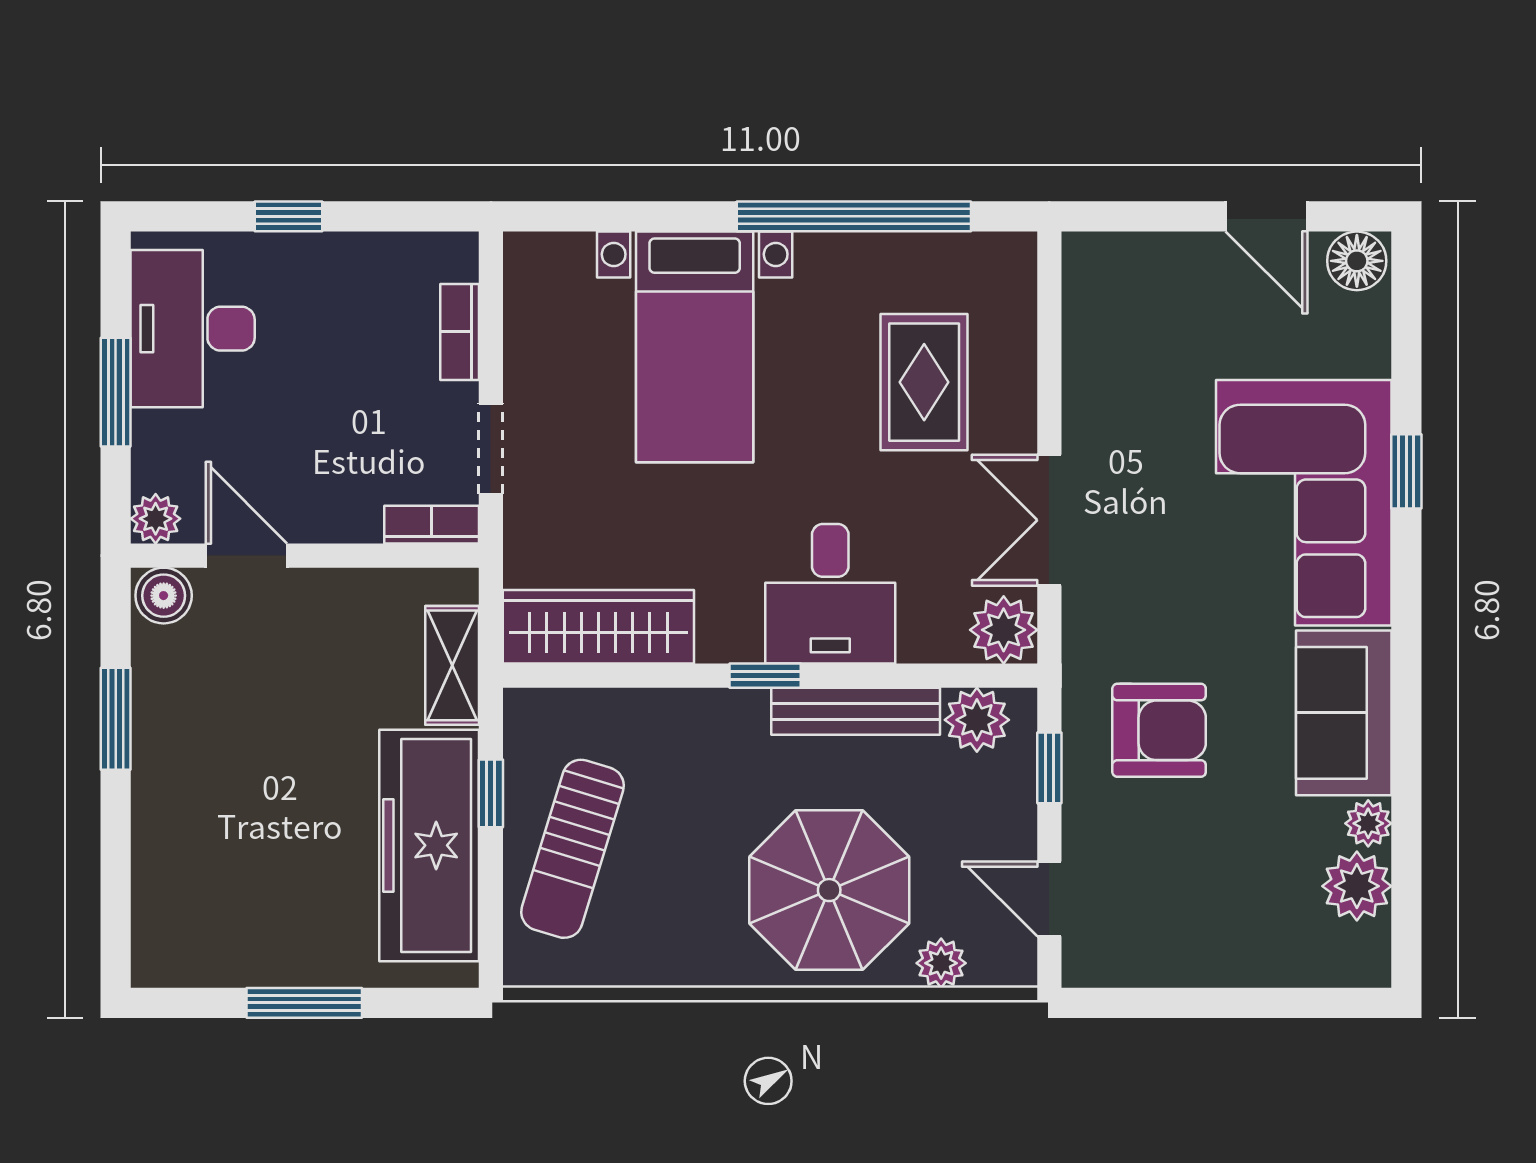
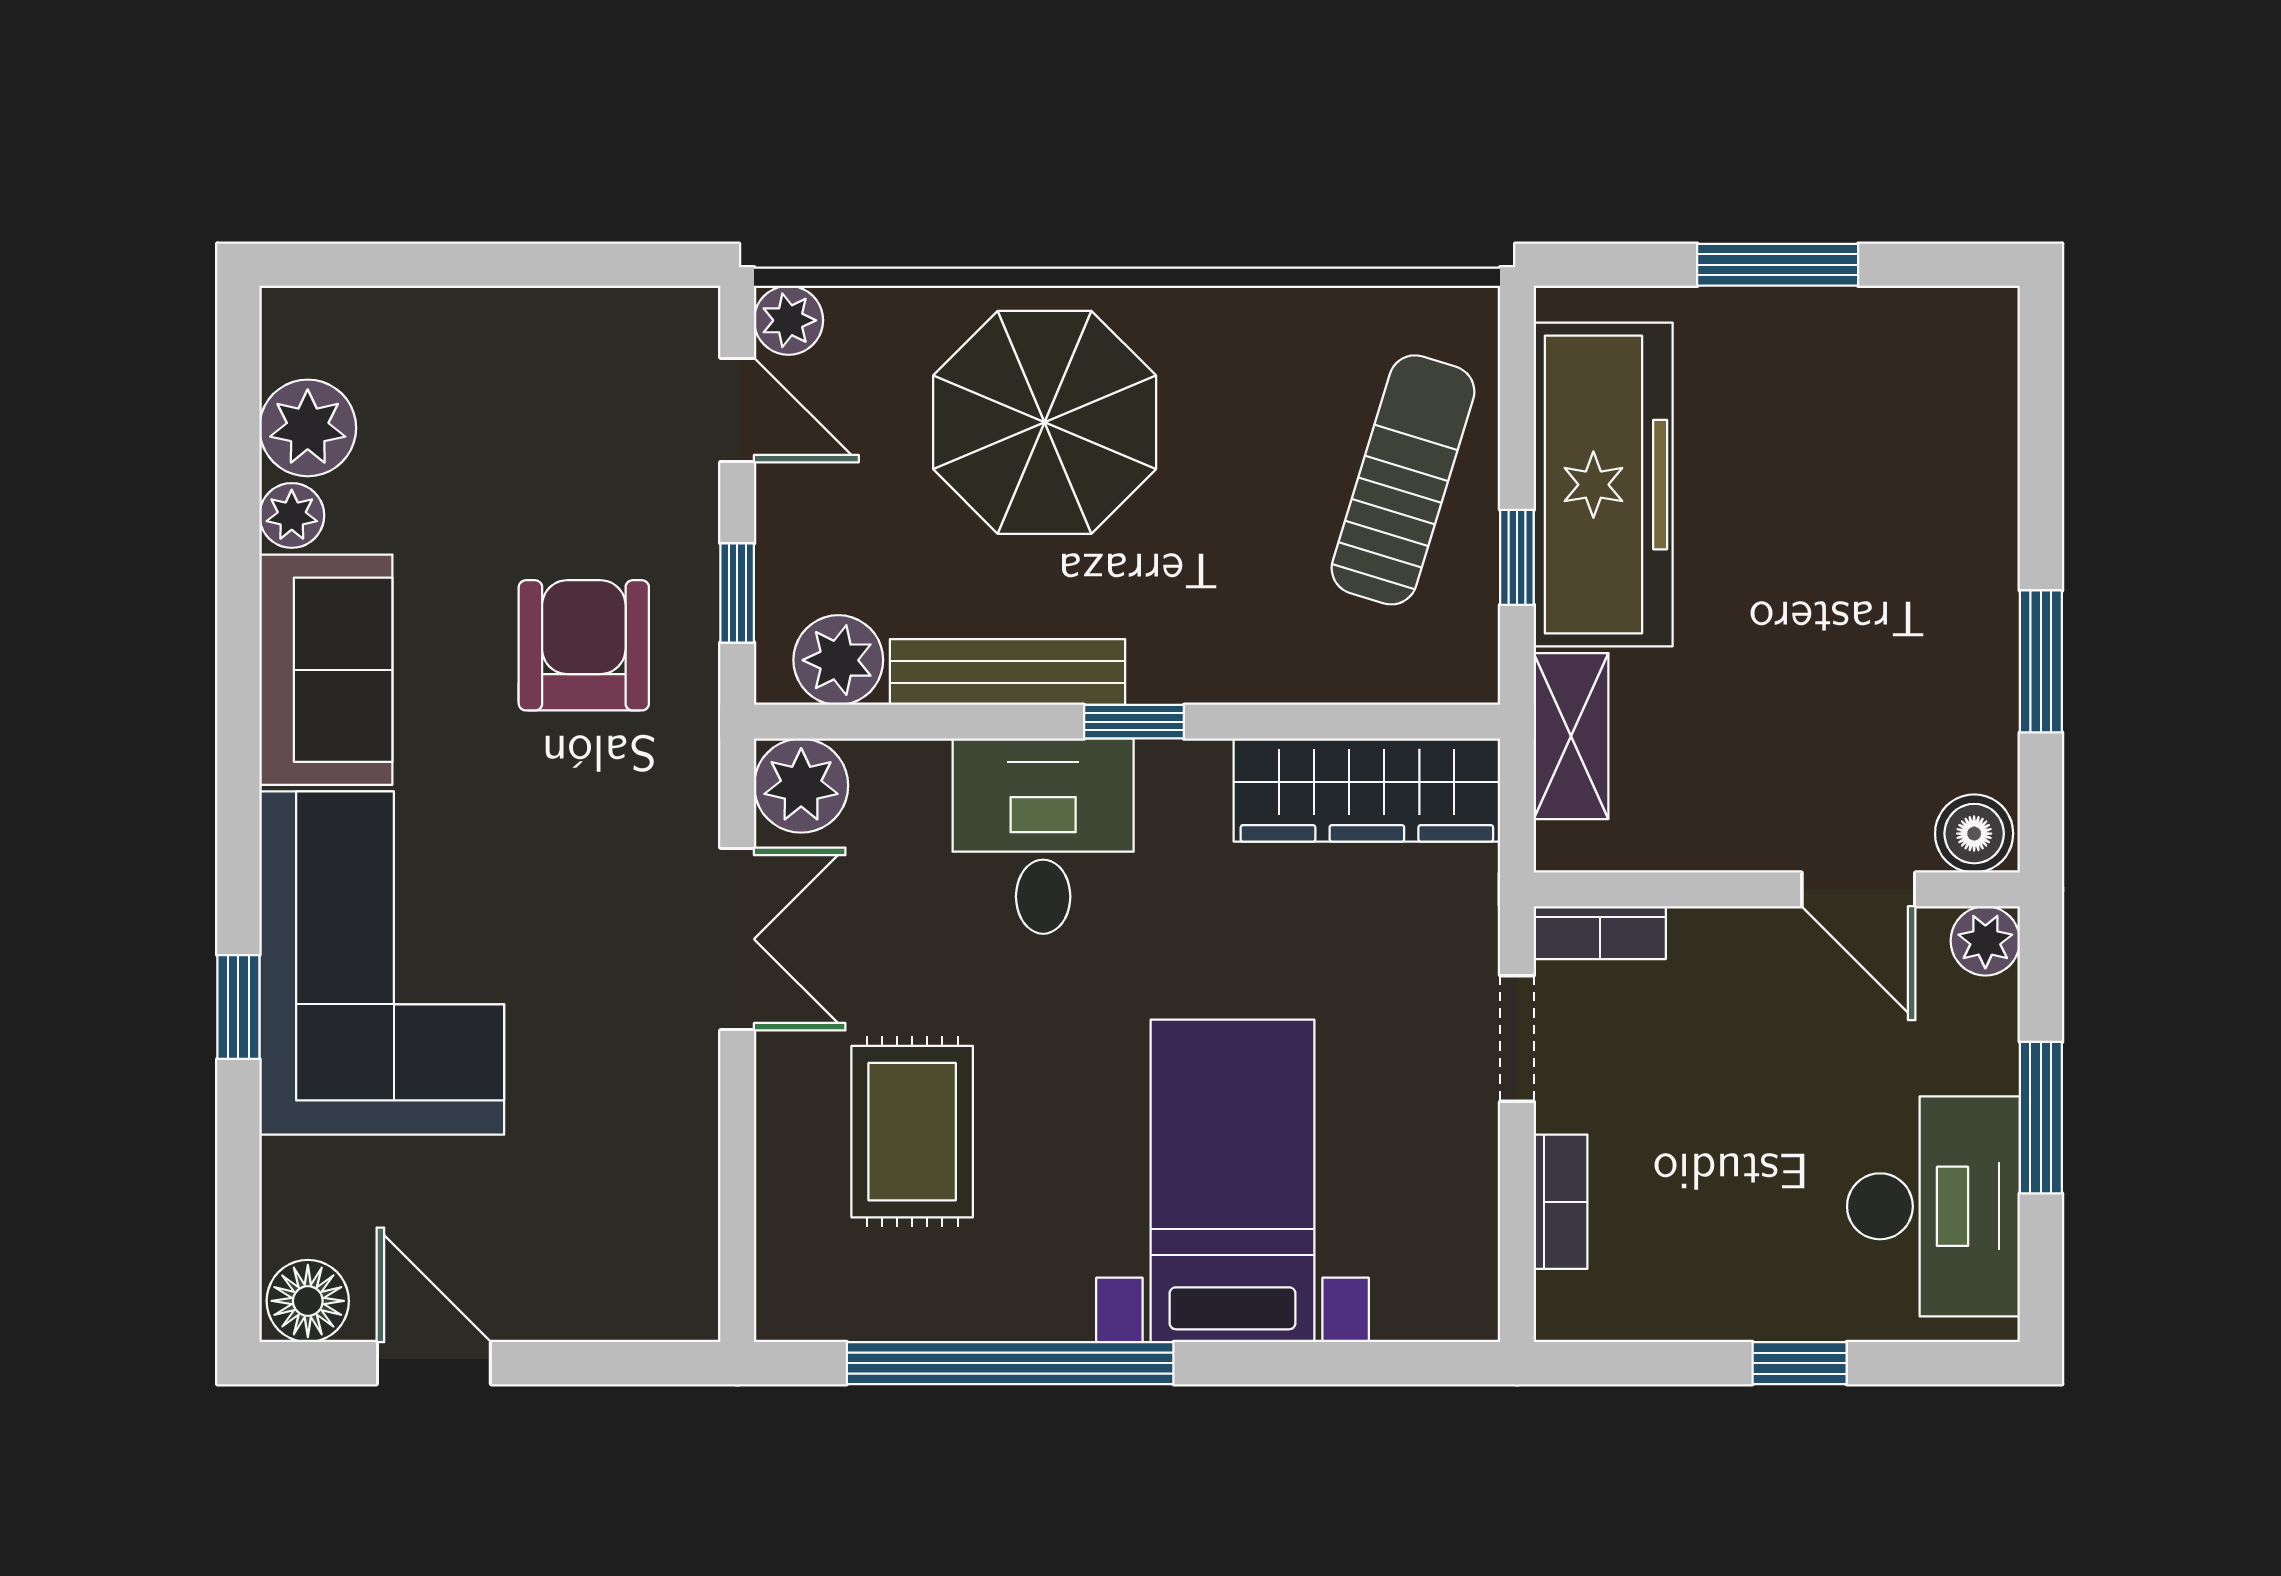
armchair: (1159, 730) -> (584, 645), turned 90
plant: (941, 963) -> (789, 320), moved

